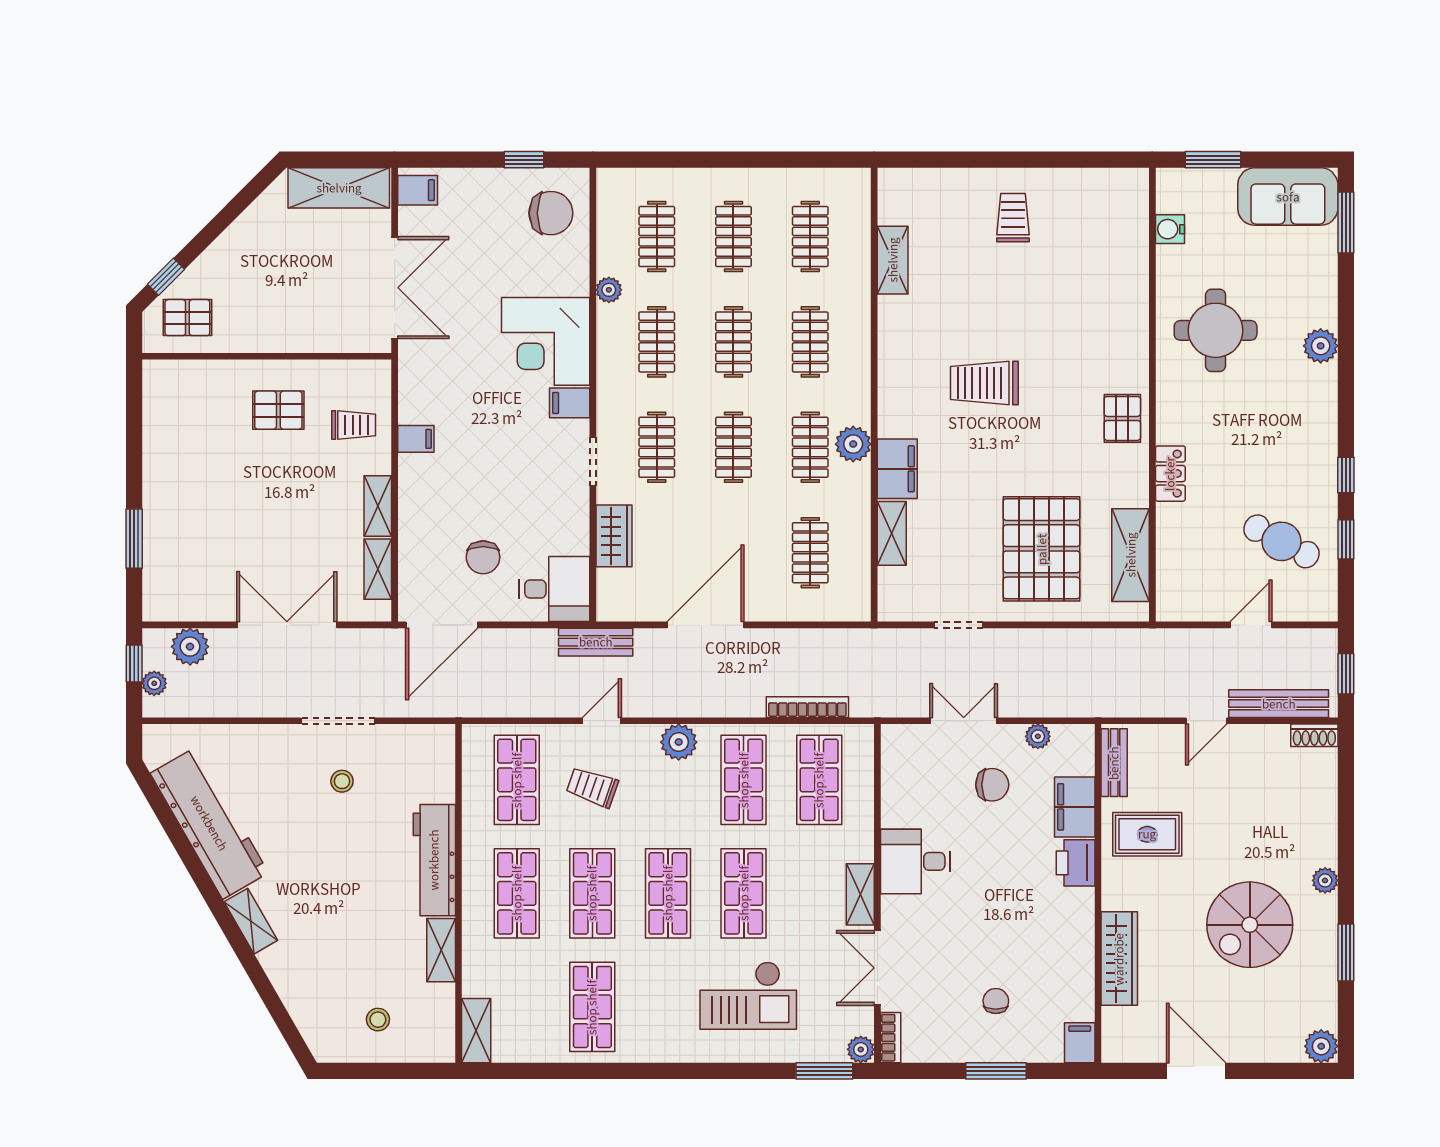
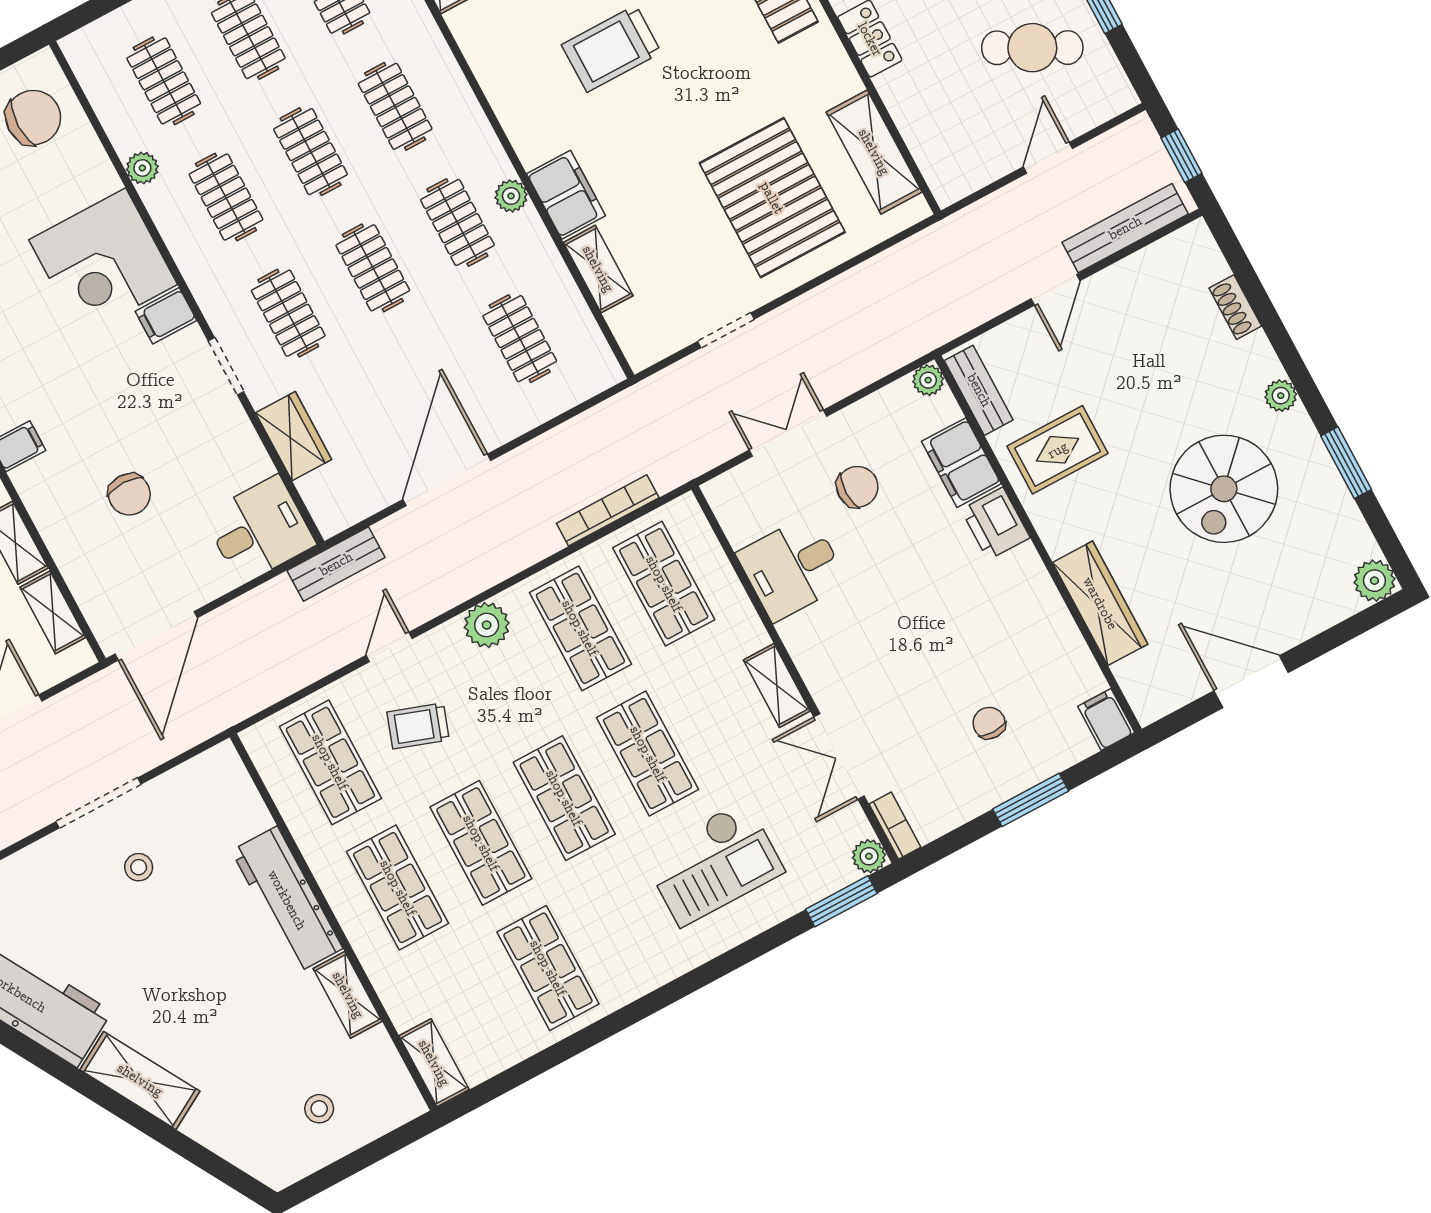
plant: (853, 444) -> (511, 196), width x0.73, depth x0.73
chair: (483, 557) -> (129, 494), moved
shoe rack: (1314, 735) -> (1235, 307), moved, turned 90
plant: (1038, 736) -> (928, 380), moved
desk: (915, 861) -> (792, 568), moved
shelving: (251, 921) -> (140, 1080), width x1.50, depth x1.33

